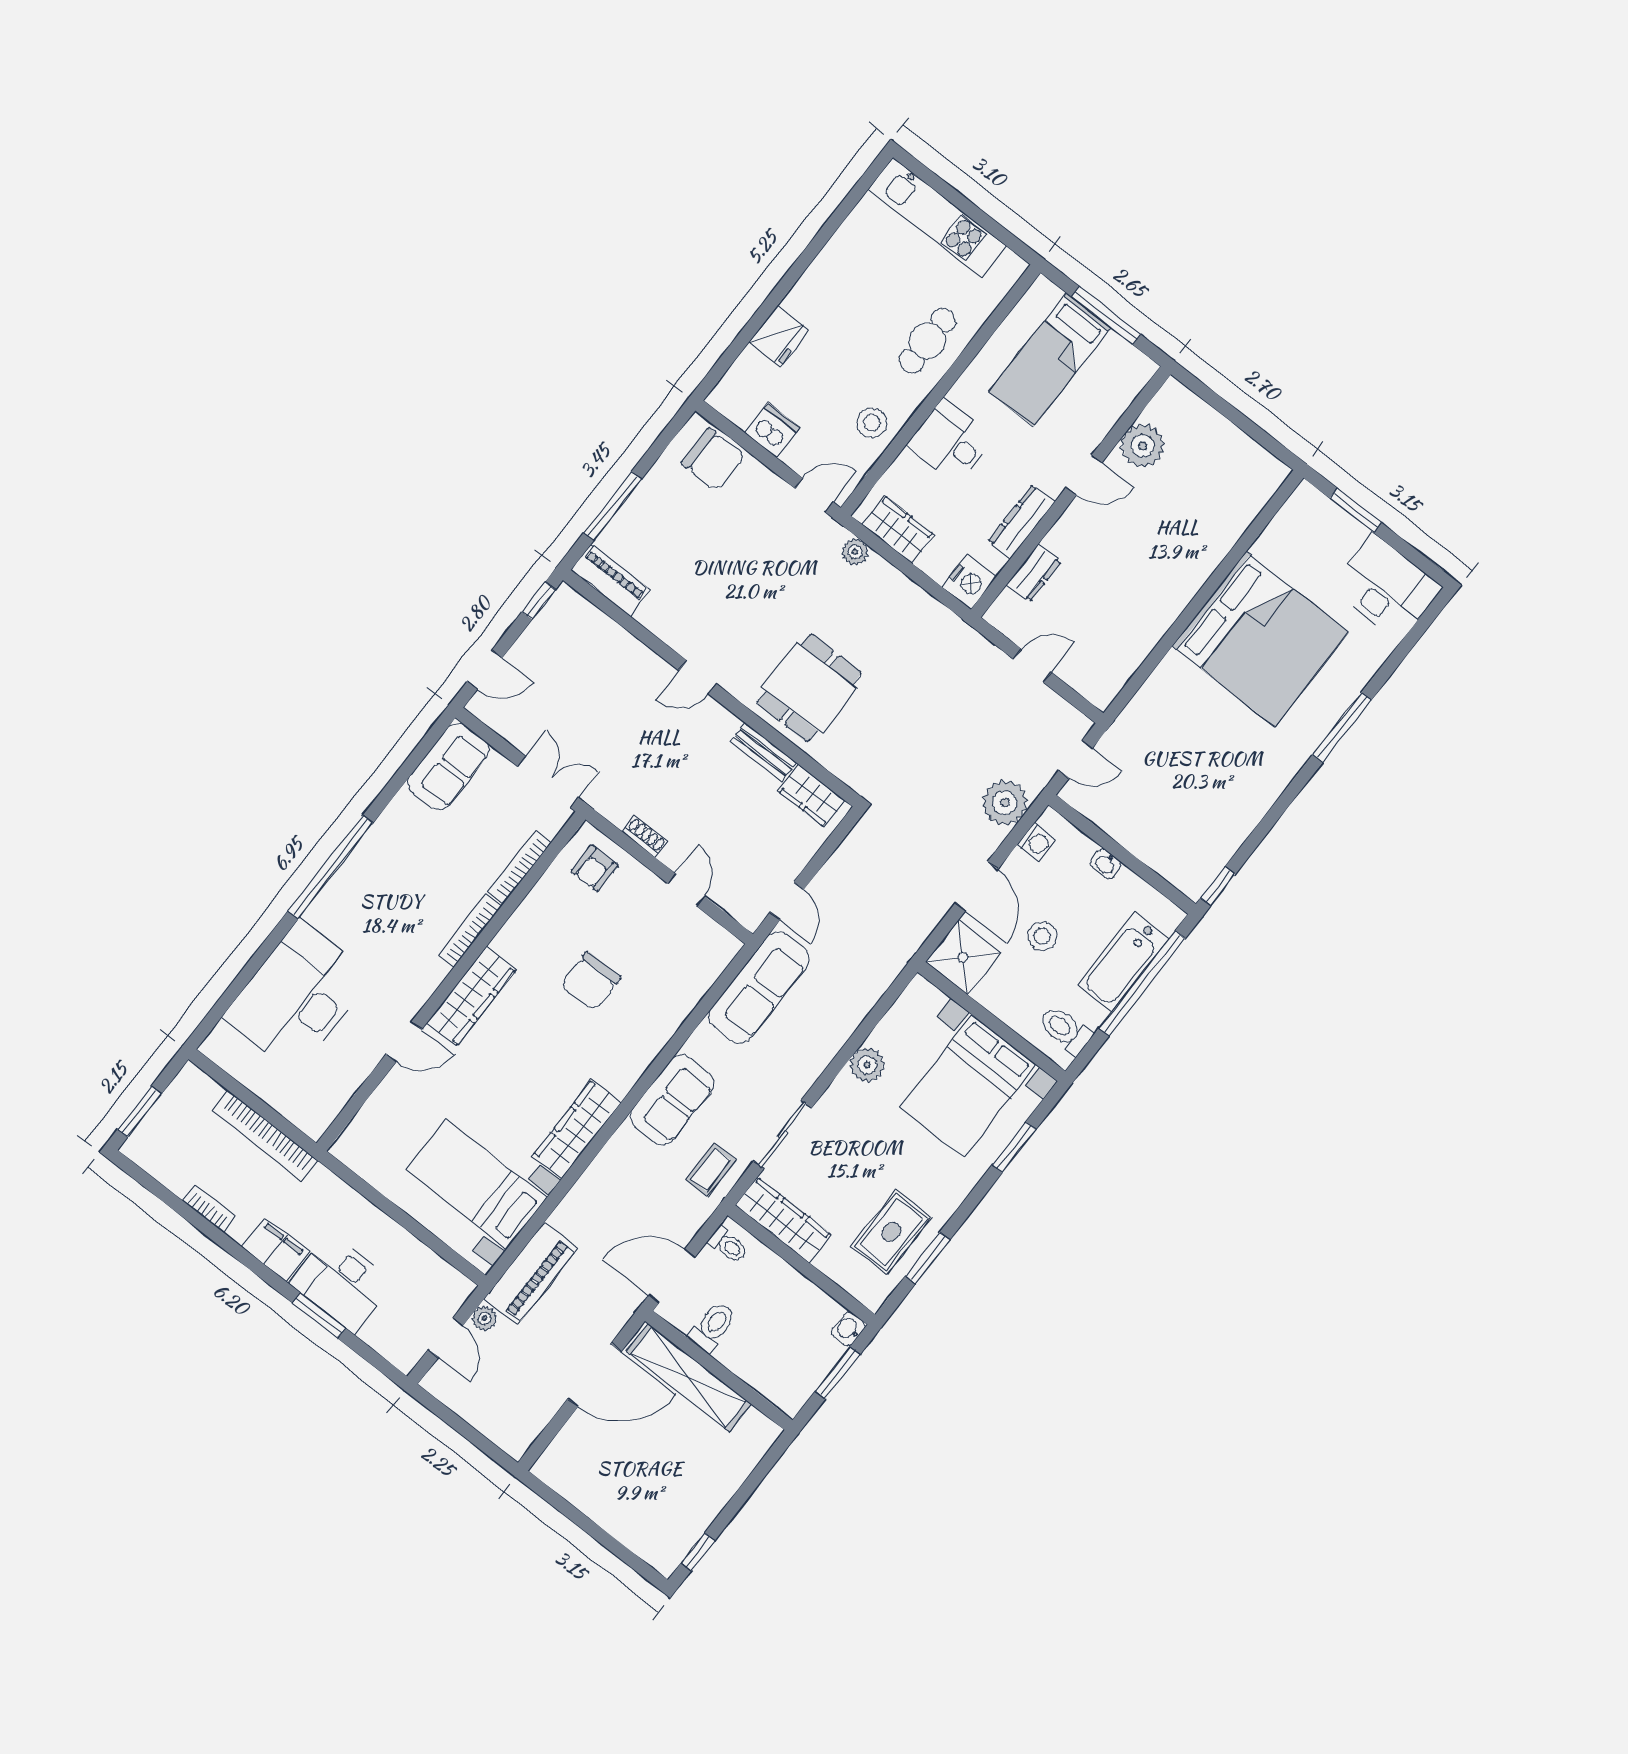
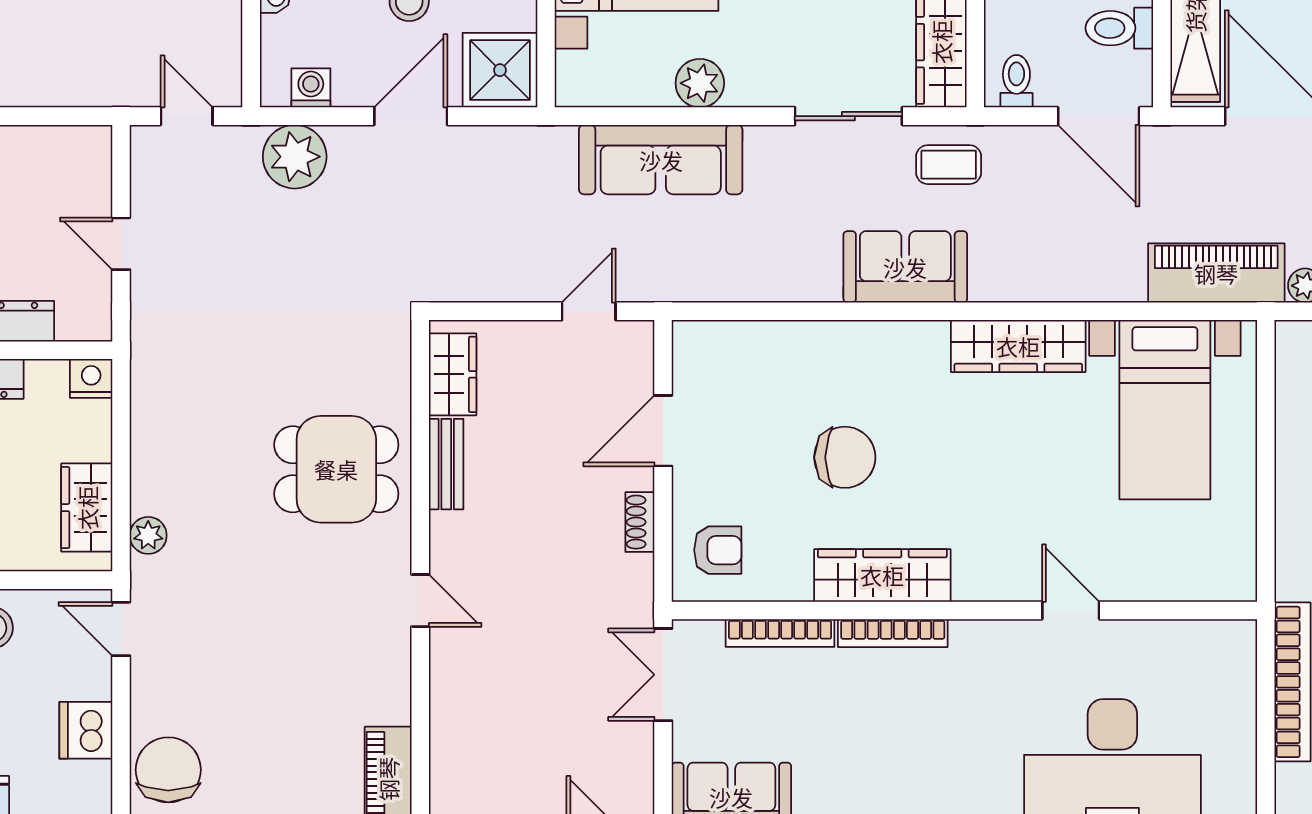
nightstand: (969, 582) -> (91, 378), width x0.74, depth x0.75
door: (686, 890) -> (663, 431), width x1.38
sofa: (759, 987) -> (661, 160), moved, turned 180
wardrobe: (471, 996) -> (882, 575), moved

